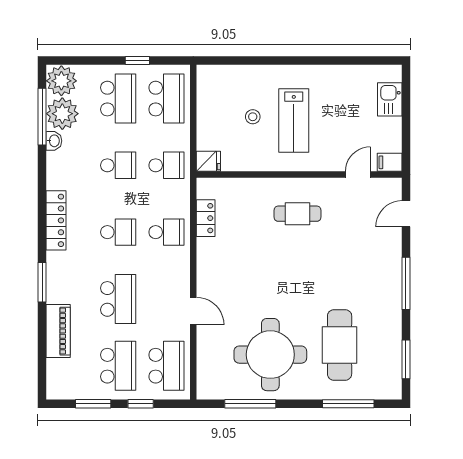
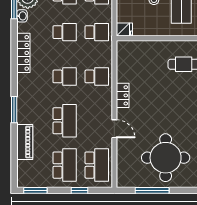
locker: (206, 218) -> (123, 95), moved
locker: (56, 220) -> (23, 53), moved
window: (93, 404) -> (35, 190), moved

